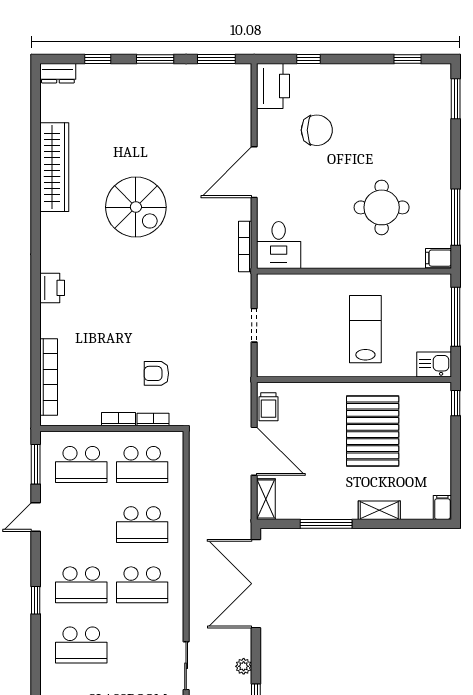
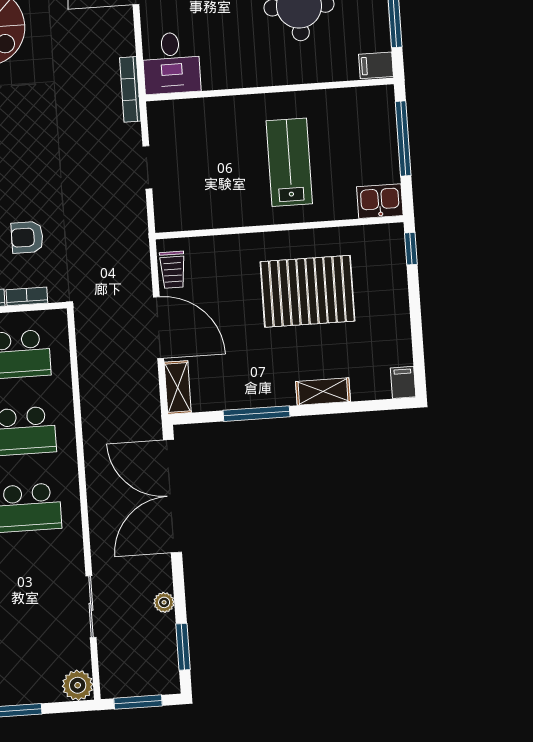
bookcase: (245, 246) -> (130, 89), moved
pallet: (373, 431) -> (307, 291), turned 90

